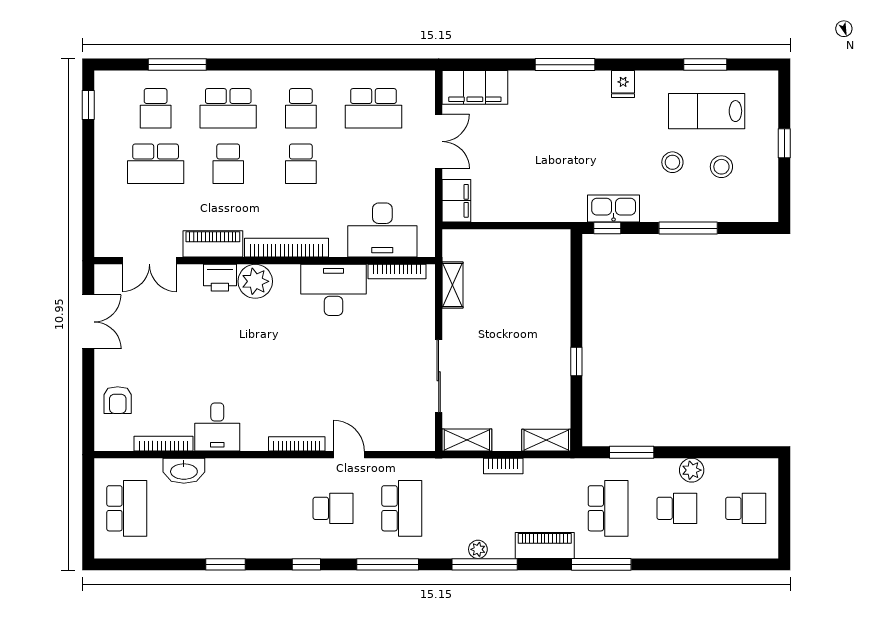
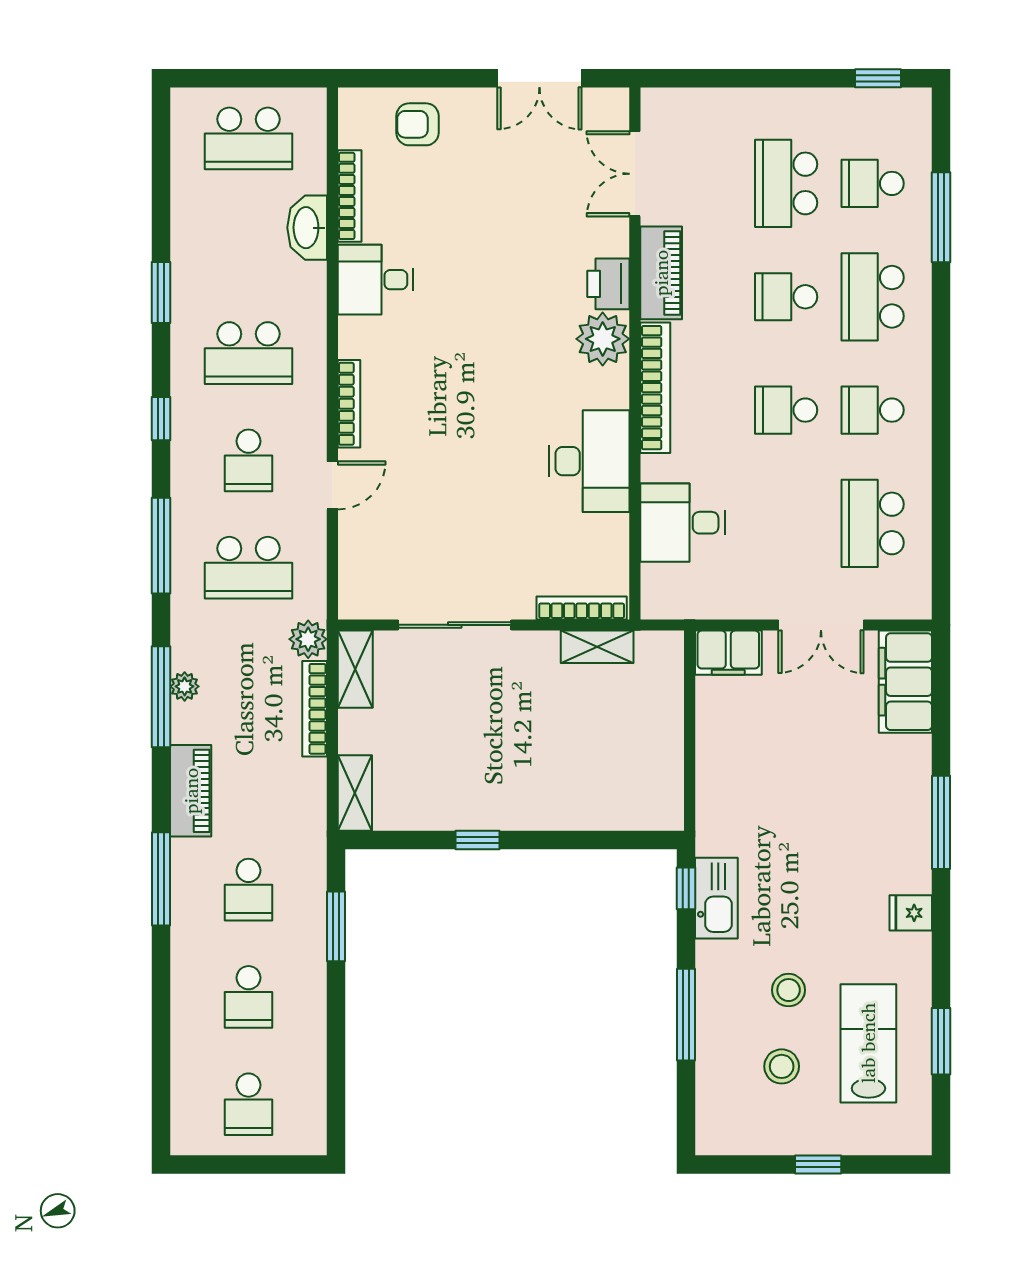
desk: (382, 230) -> (683, 523), width x0.73
bookcase: (397, 272) -> (582, 608), moved, turned 90
bookcase: (503, 466) -> (315, 709), width x1.56
plant: (692, 470) -> (308, 639), moved
school desk: (264, 508) -> (249, 353), added
school desk: (608, 508) -> (249, 890), width x0.54

